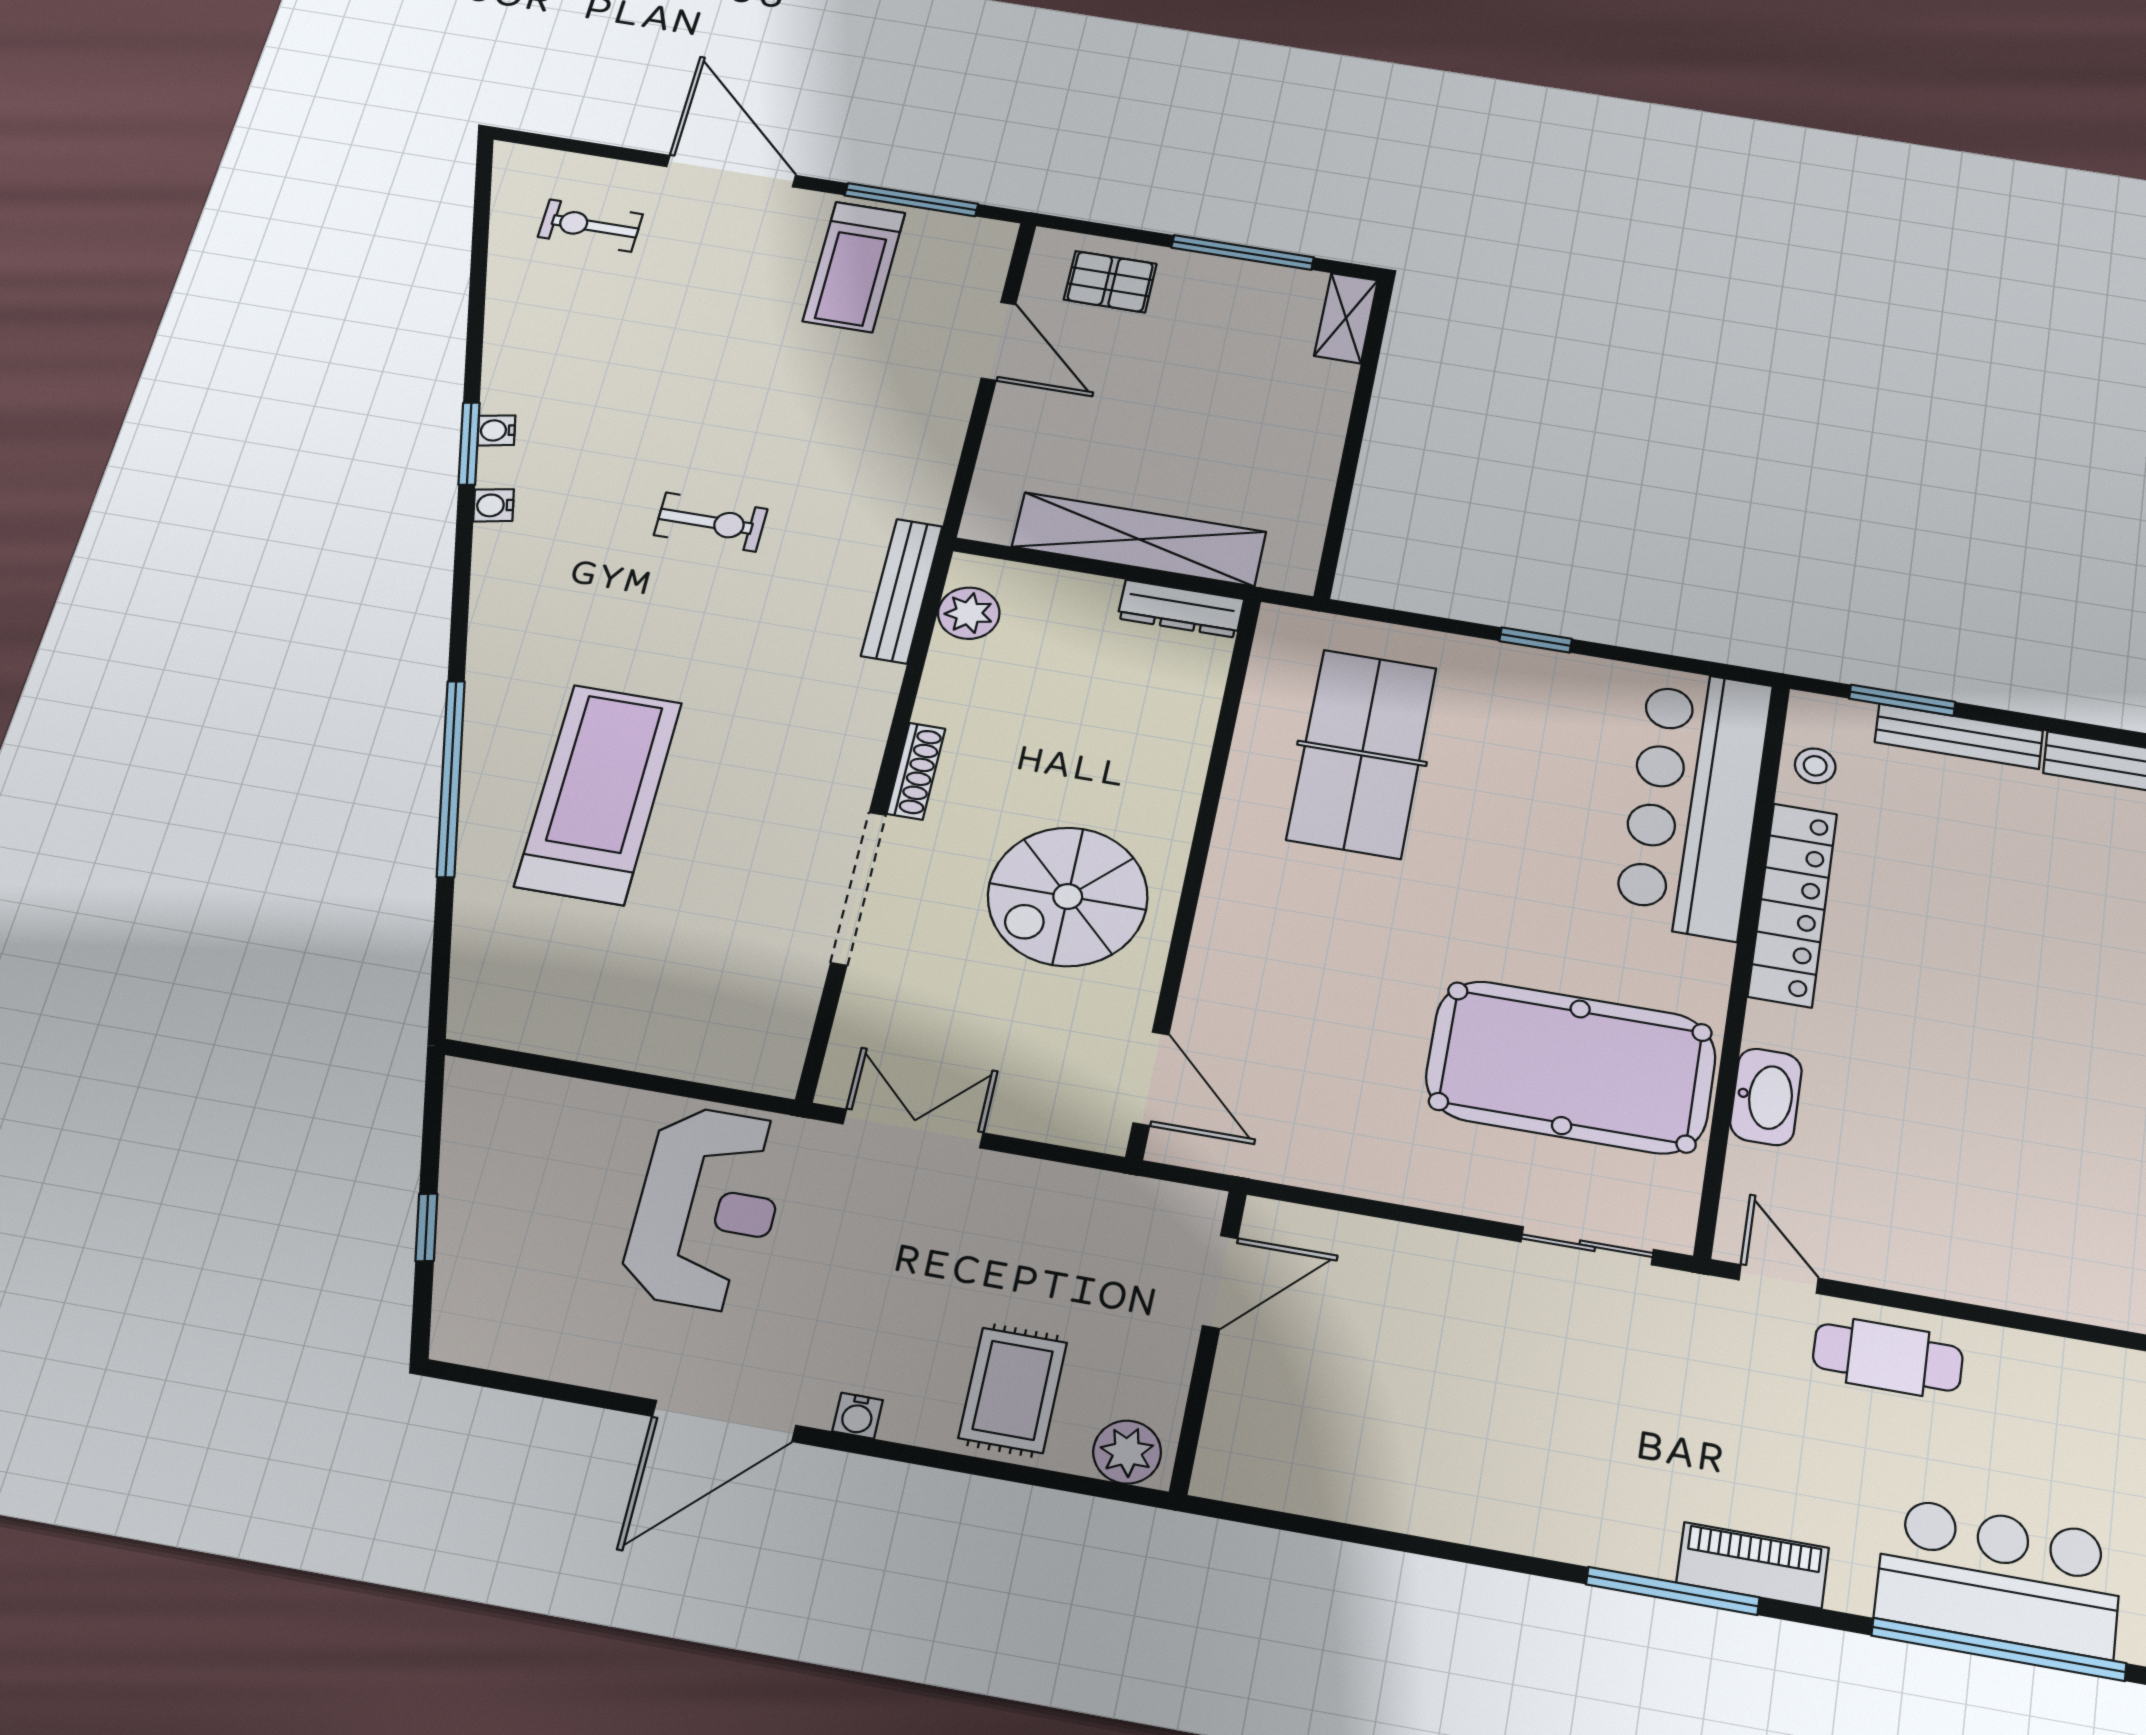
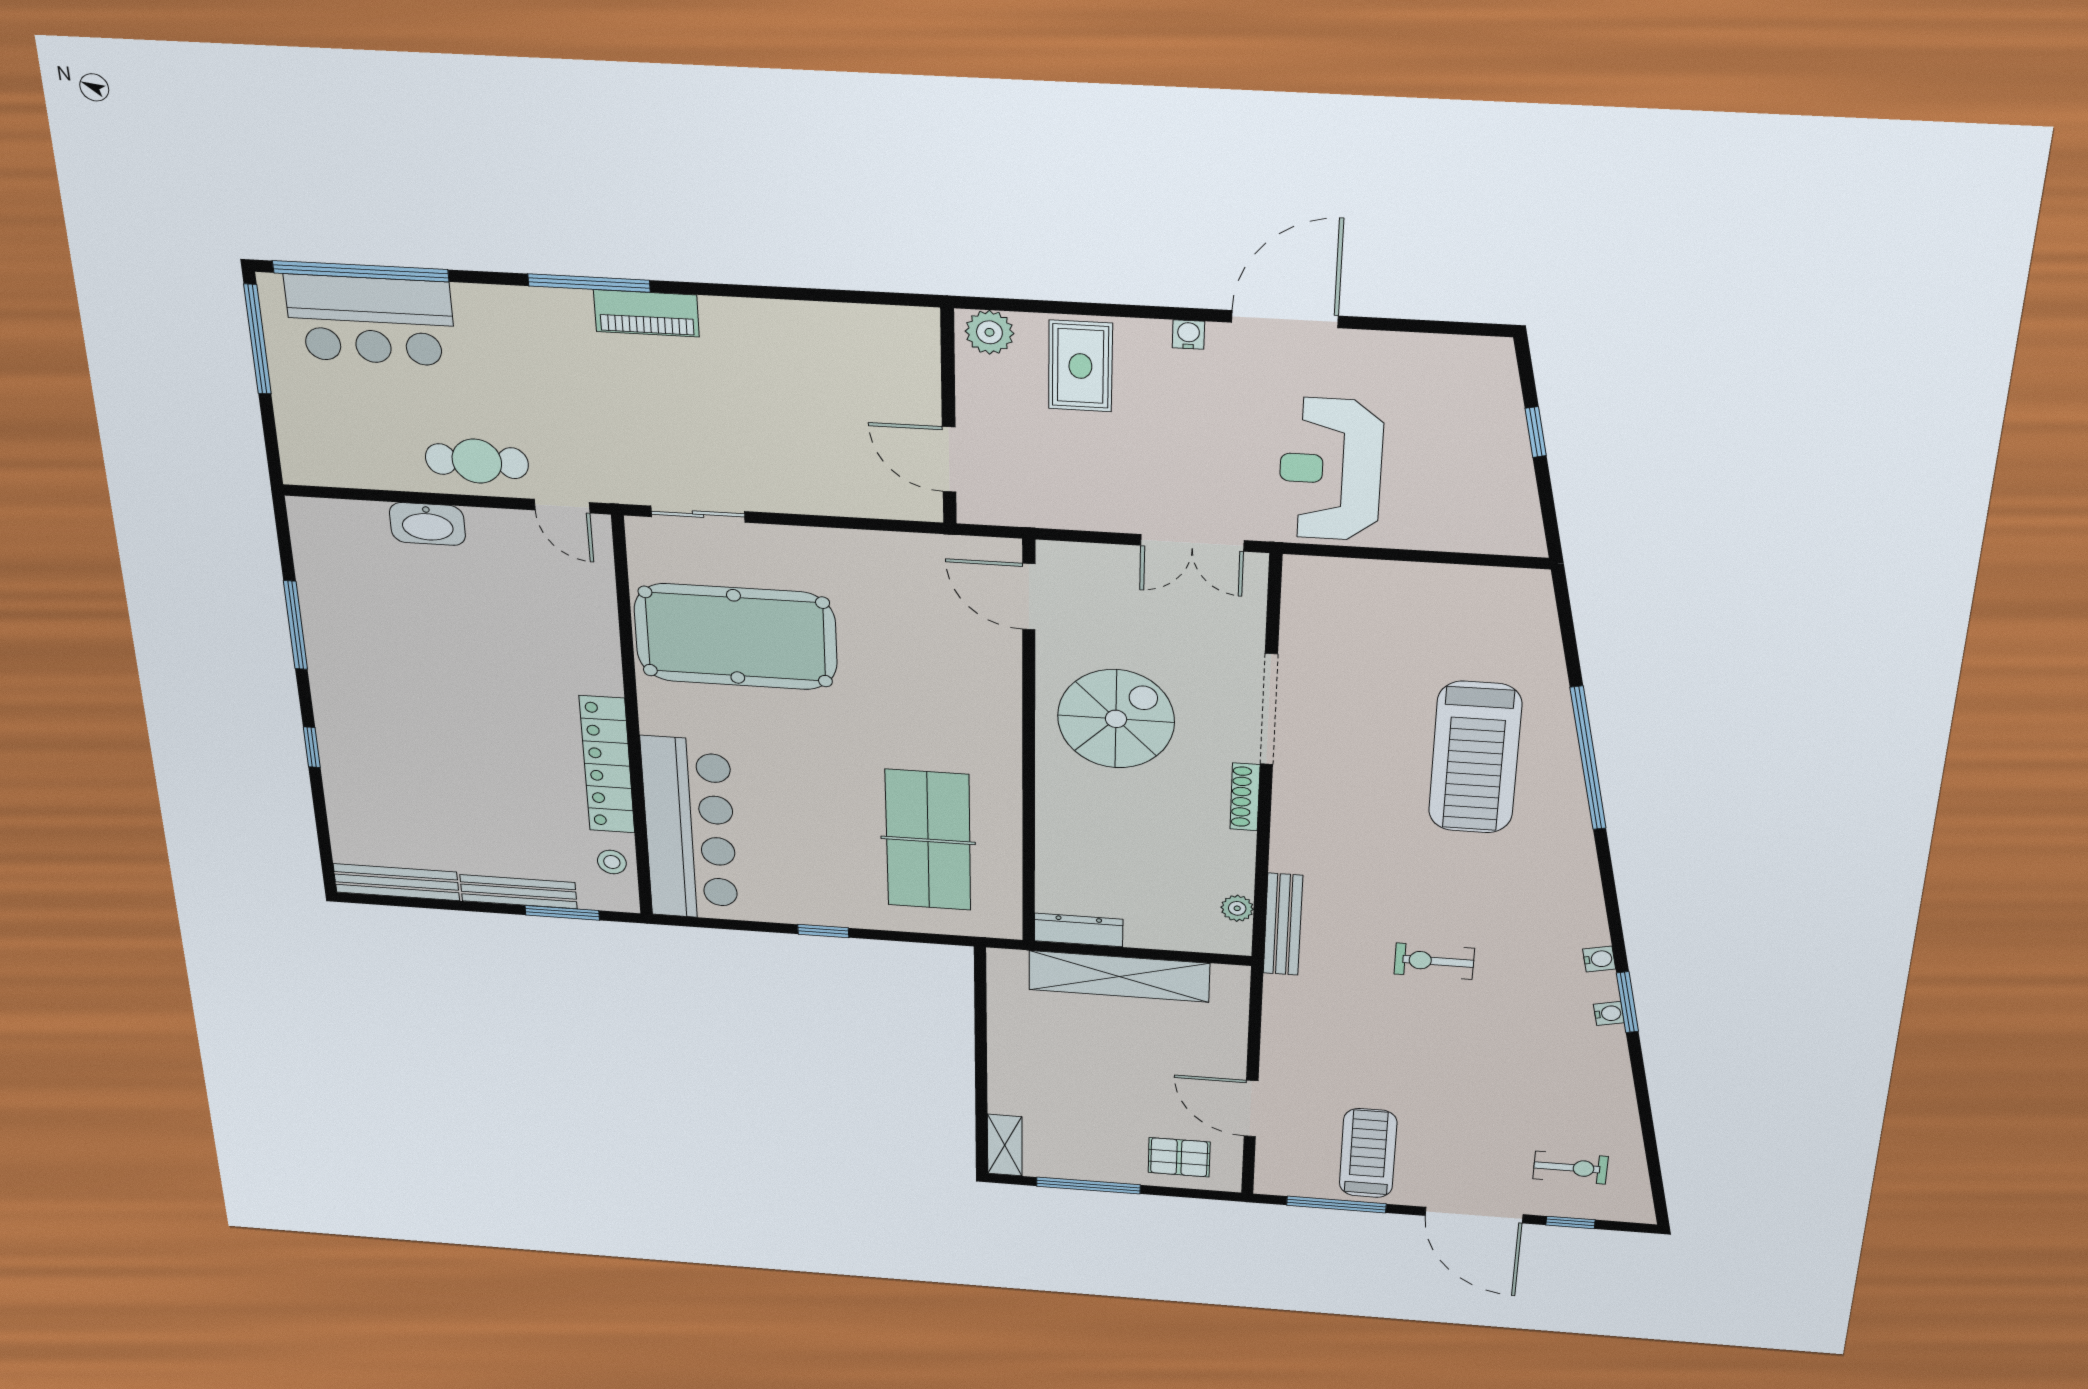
window: (606, 151) -> (1570, 1222), added
plant: (969, 613) -> (1237, 908), width x0.73, depth x0.73
washbasin: (1766, 1097) -> (427, 524), moved, turned -90
door: (1220, 1282) -> (949, 459), hinge flipped
piano: (1753, 1565) -> (646, 313), moved

